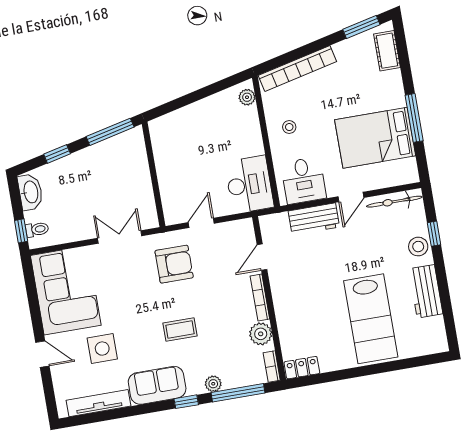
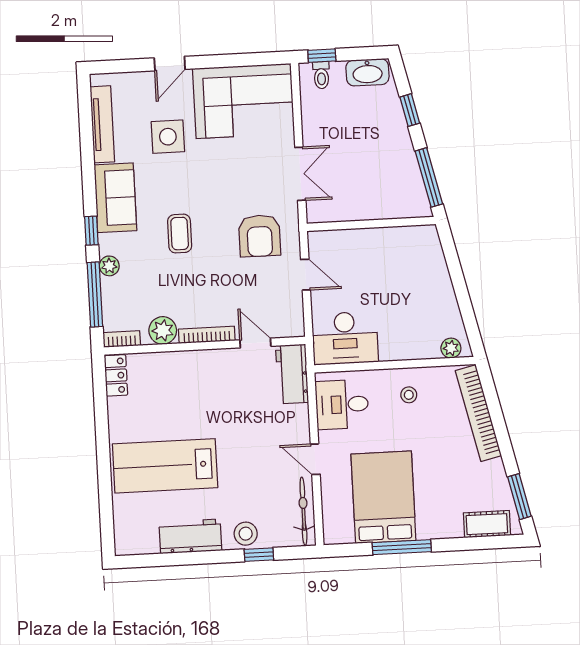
workbench: (314, 219) -> (292, 374), moved

